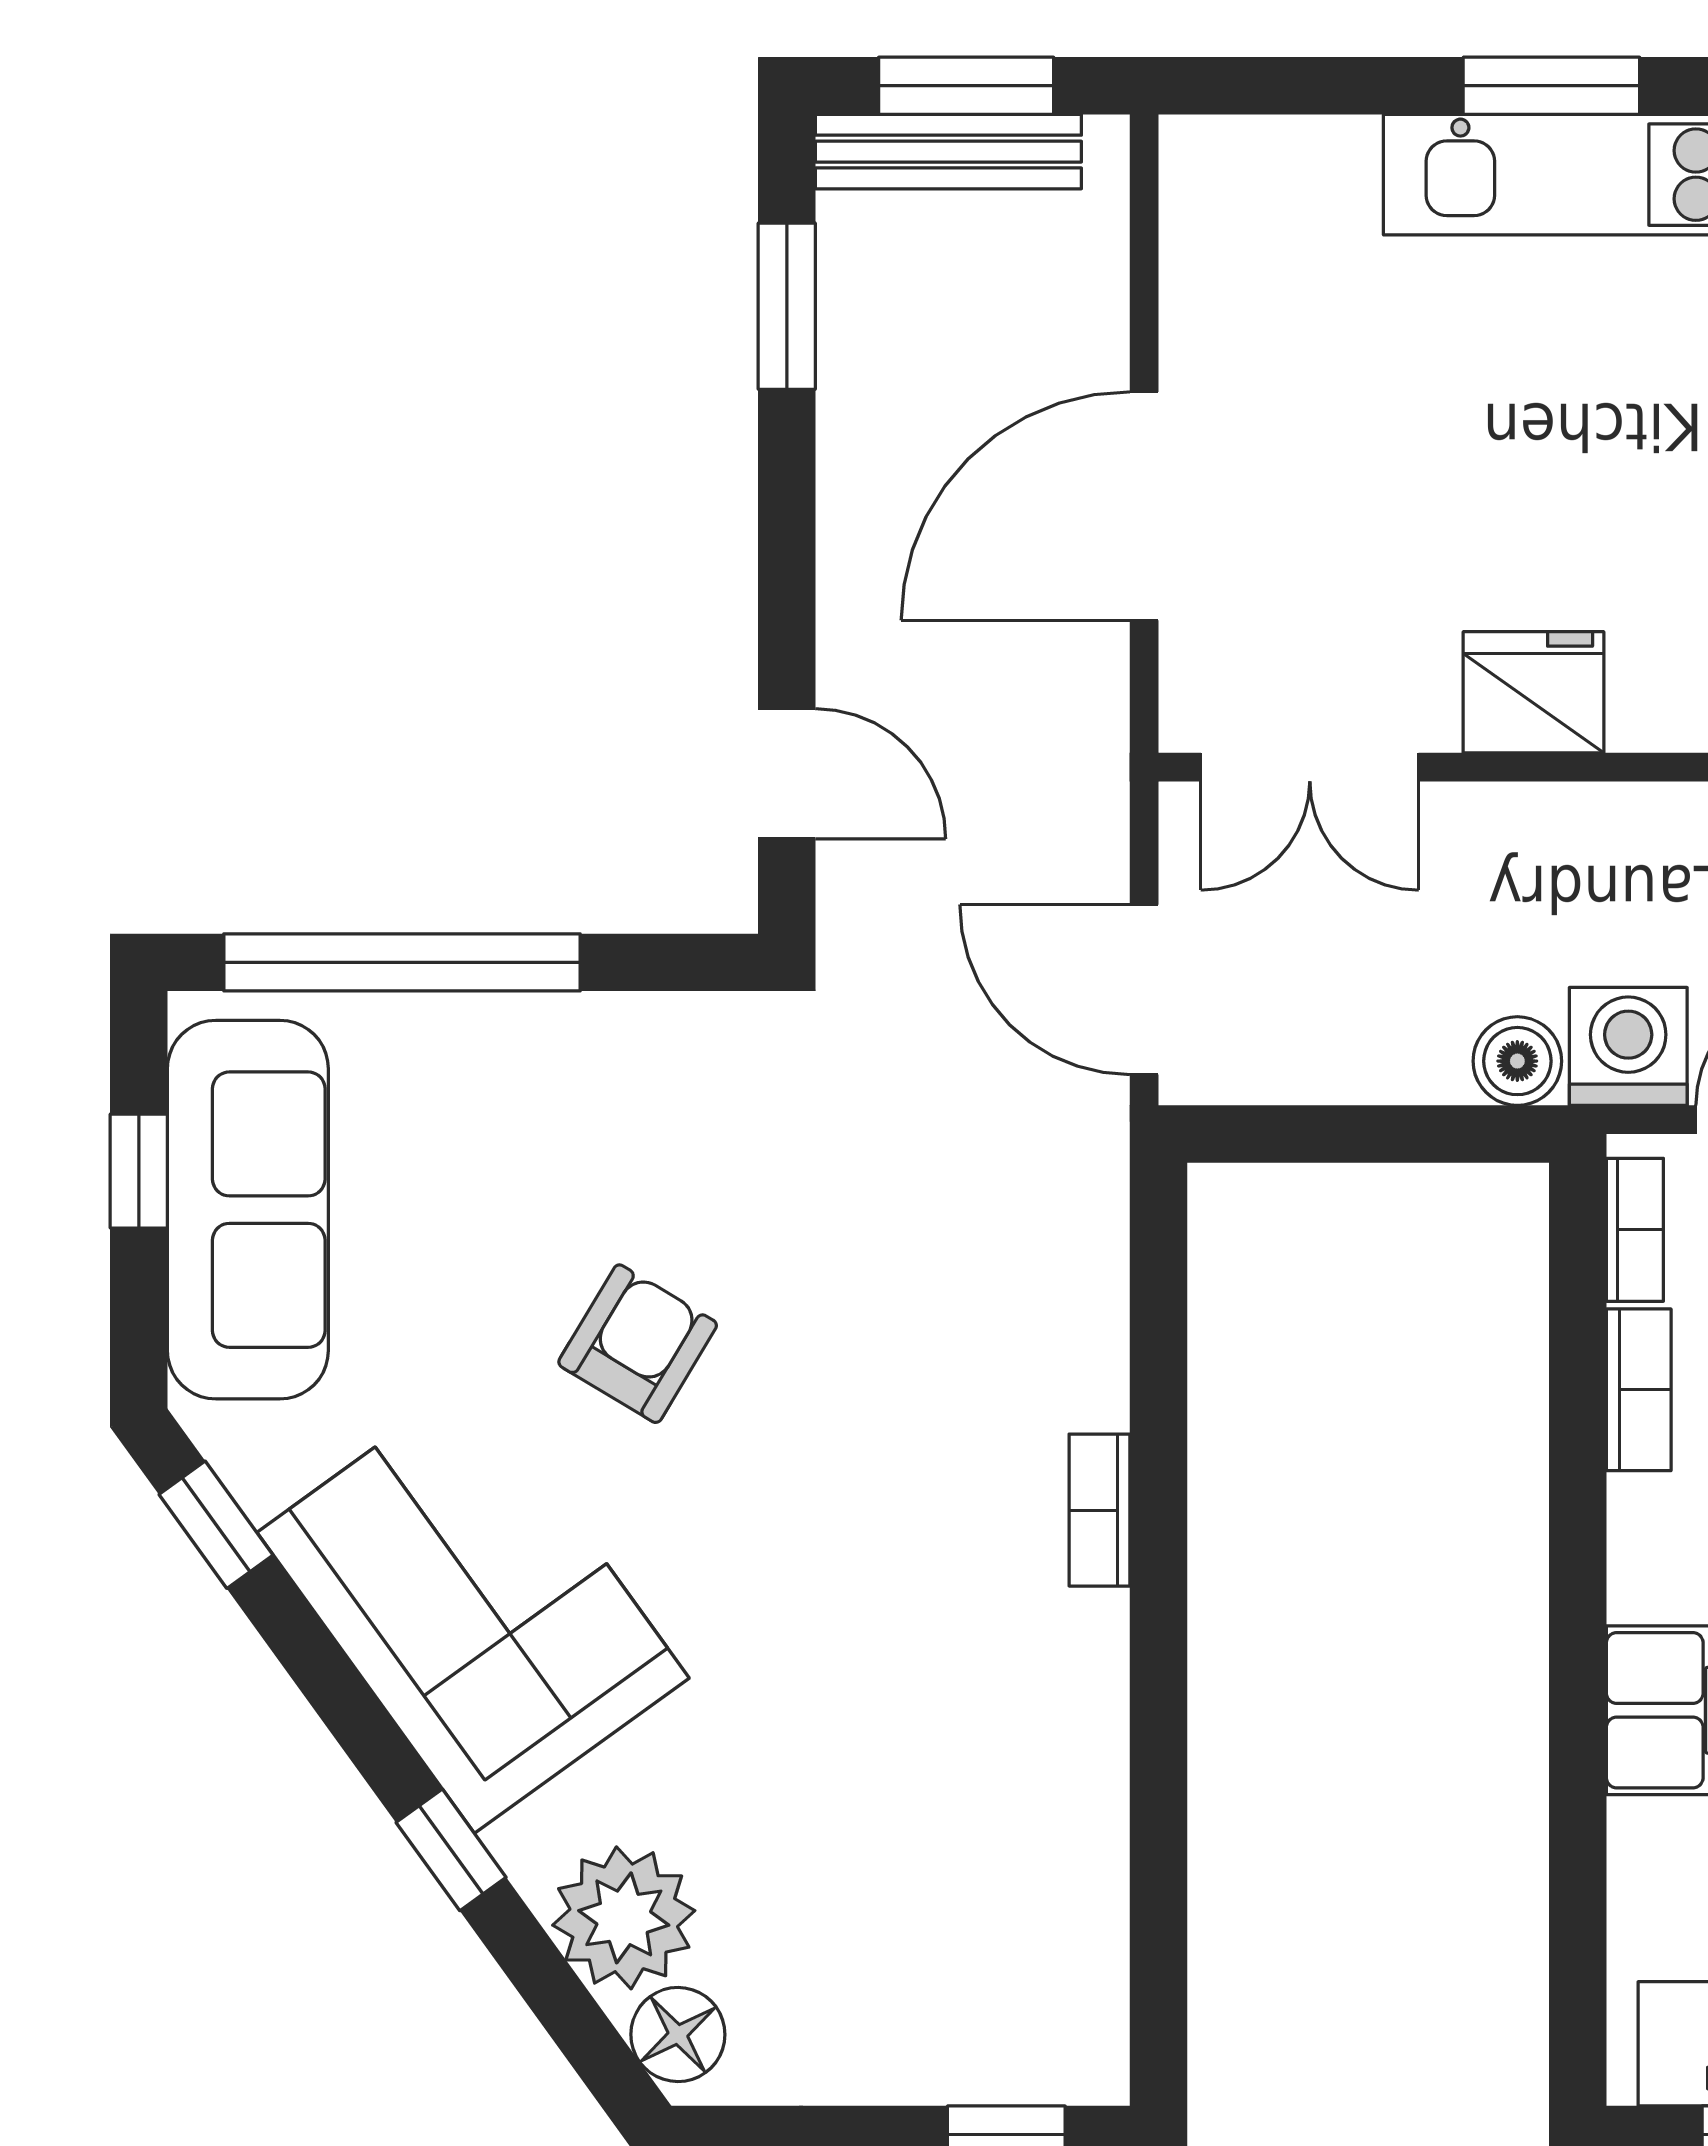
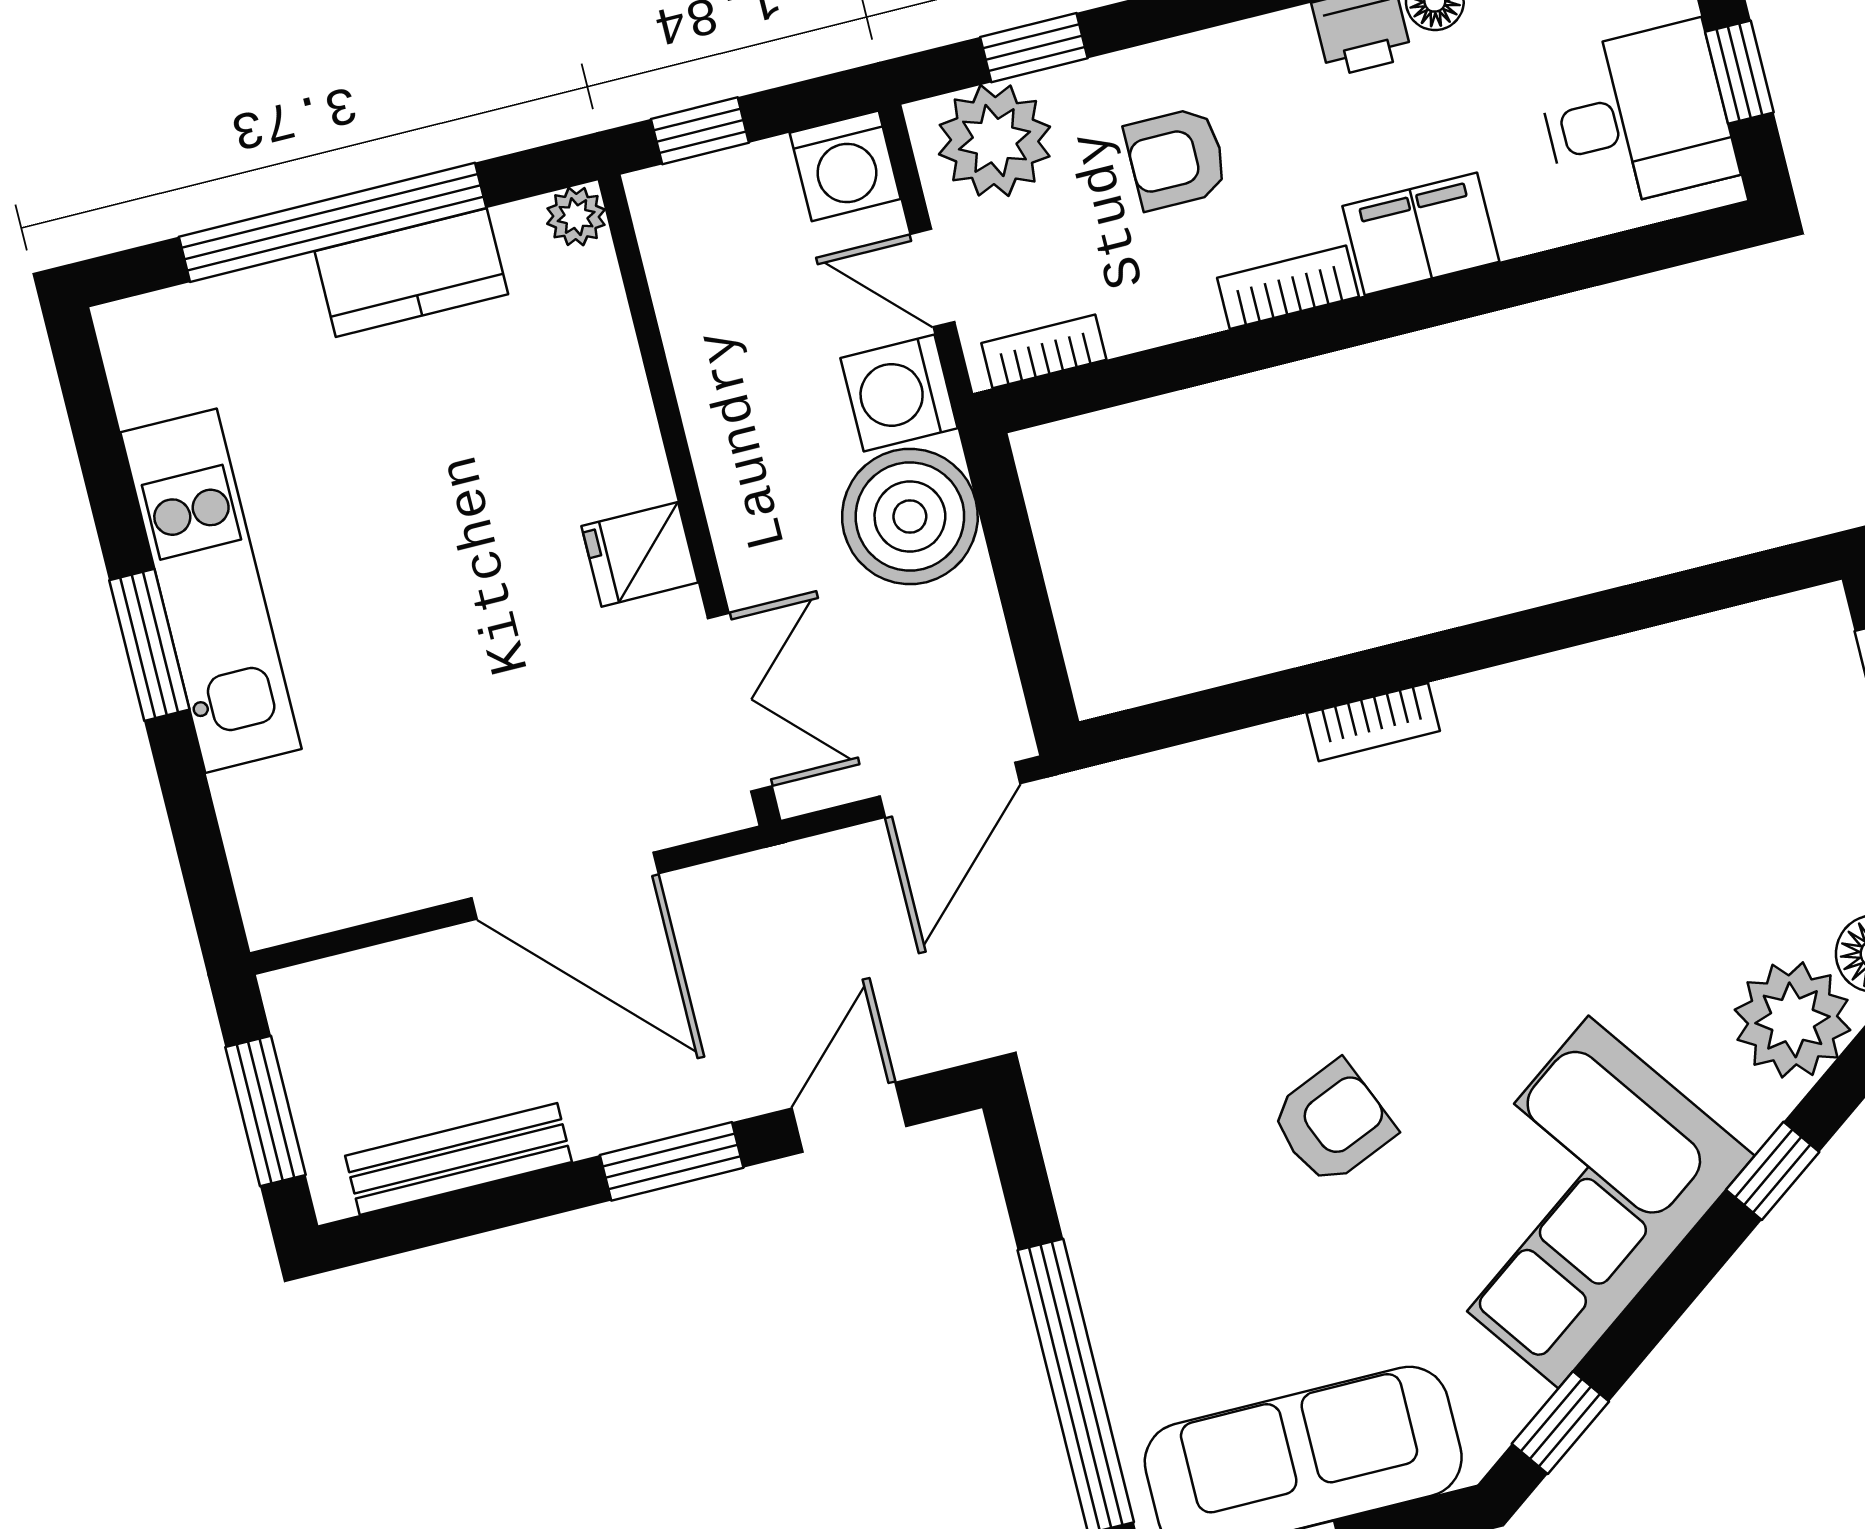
bench: (948, 152) -> (458, 1159), moved, turned 90
window: (787, 306) -> (672, 1161), moved
fridge: (1534, 692) -> (640, 554), width x0.72
boiler: (1517, 1061) -> (910, 517), width x1.86, depth x1.86
armchair: (638, 1344) -> (1333, 1123), turned 126
bookcase: (1639, 1390) -> (1288, 287), moved

